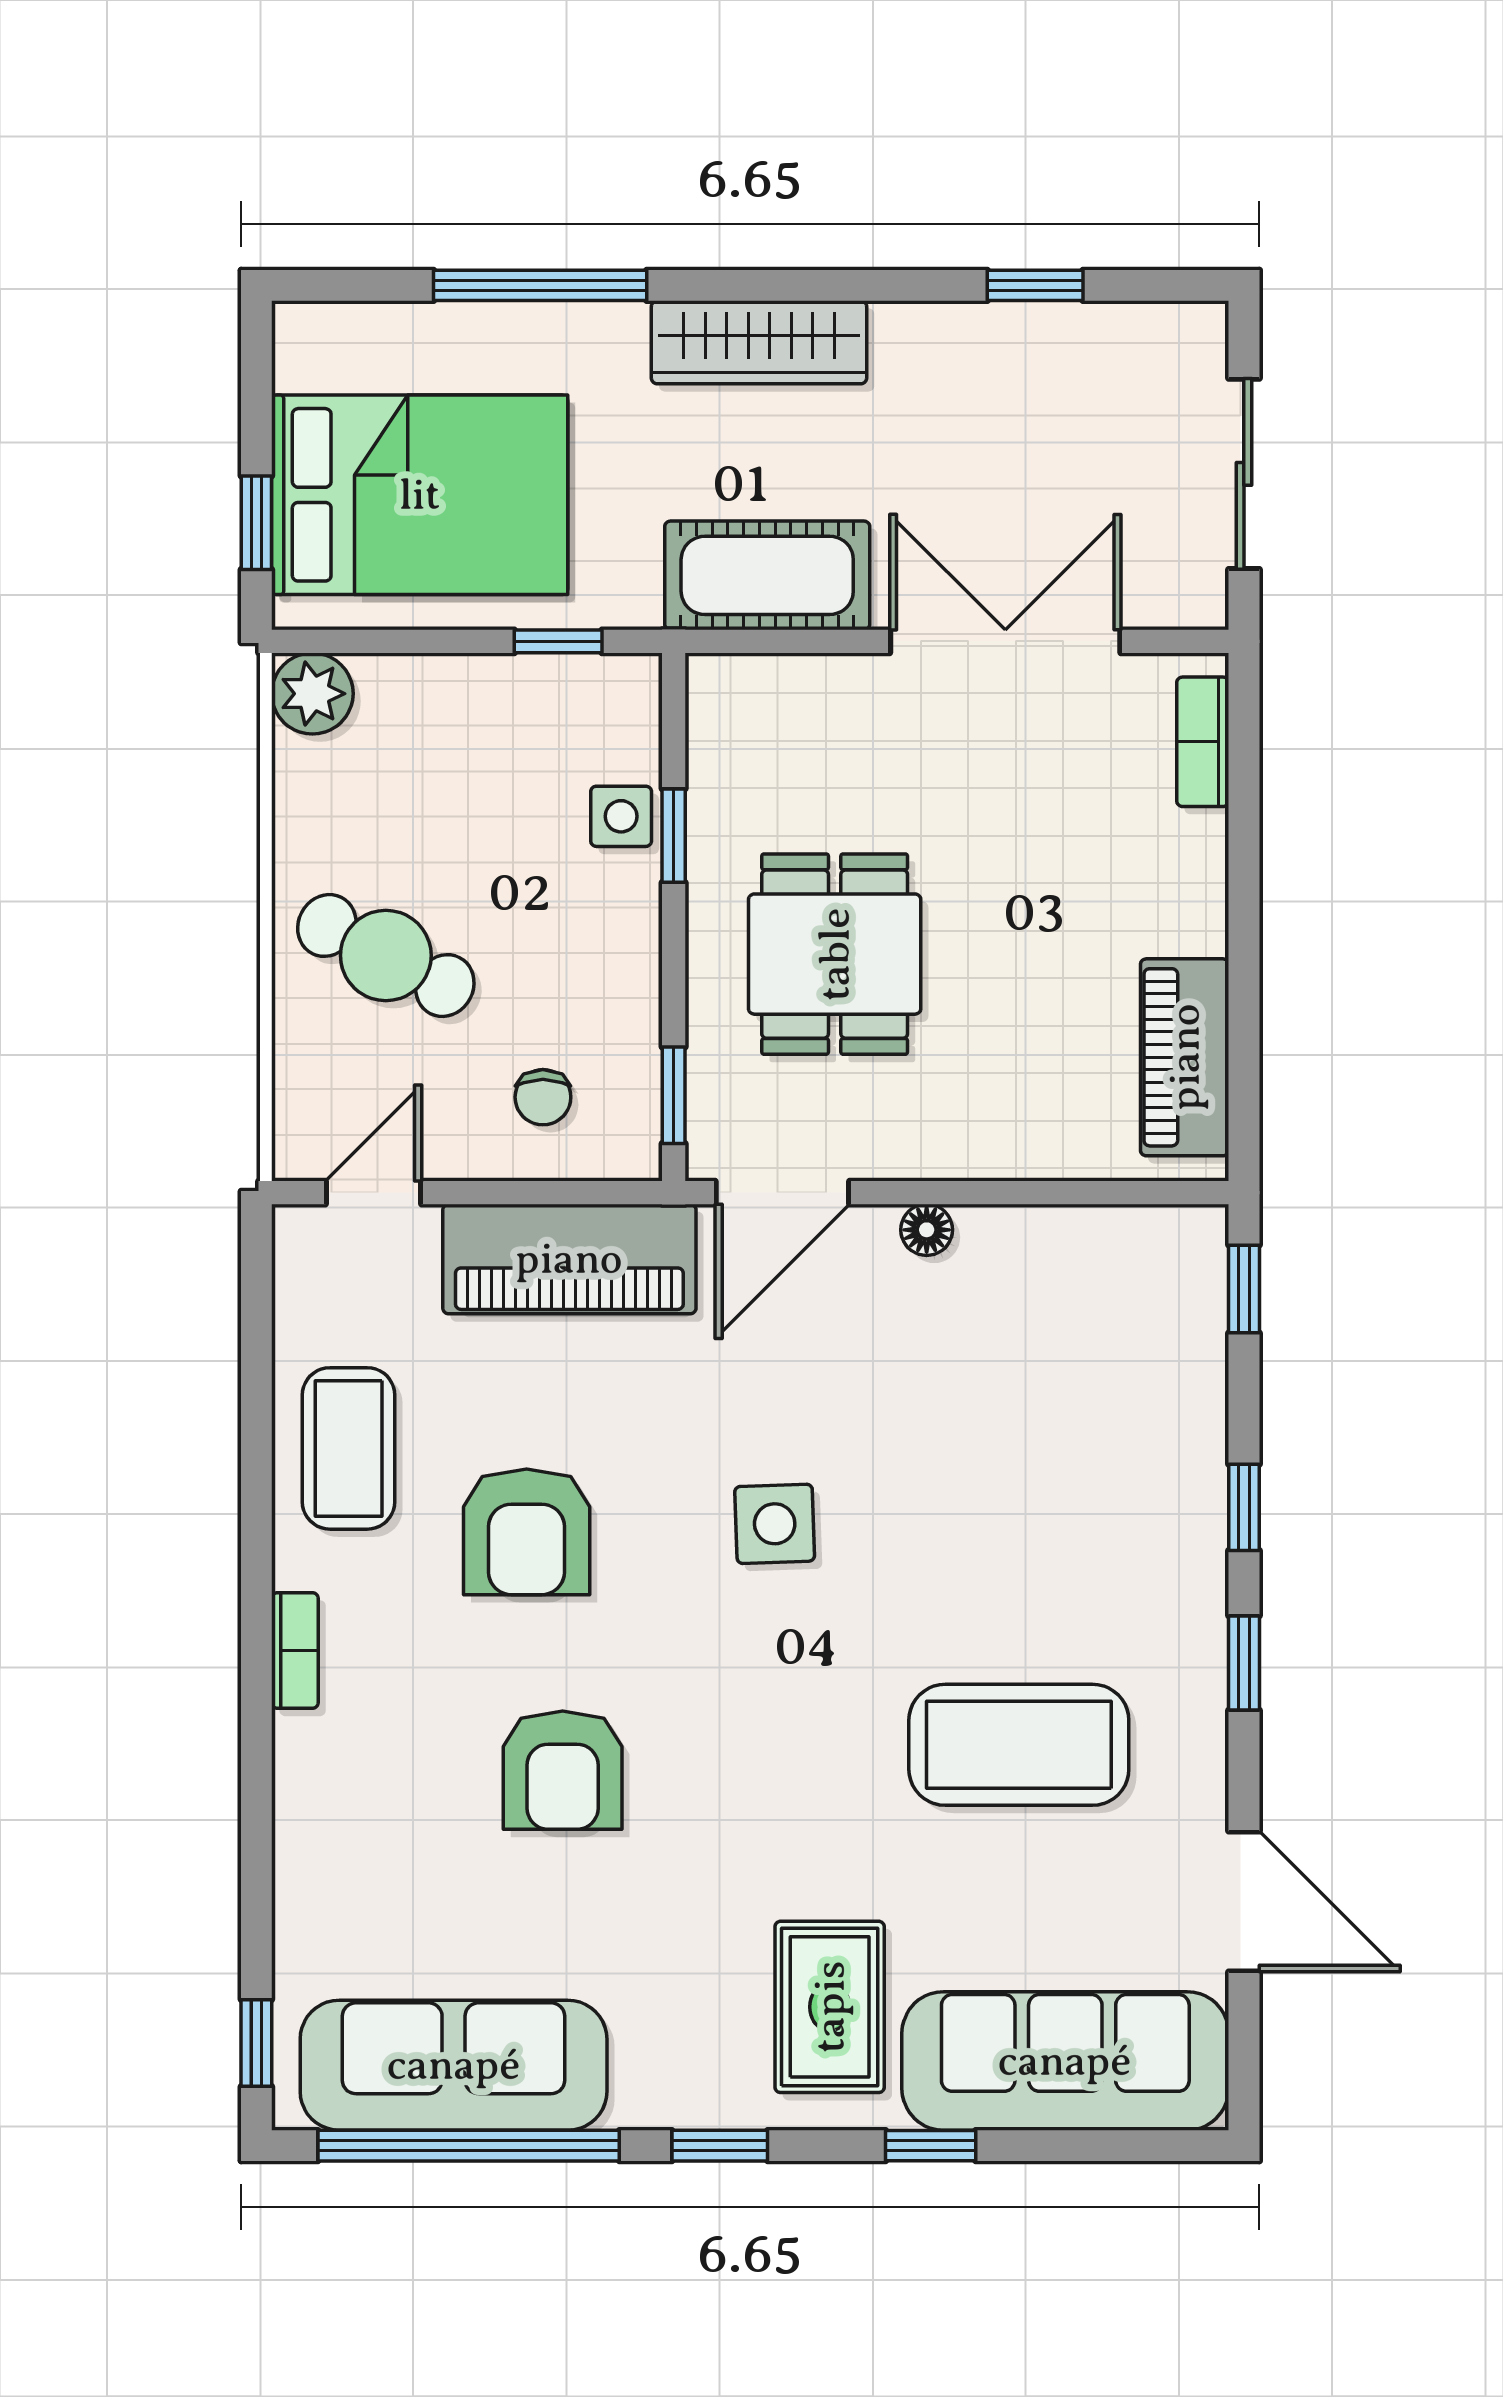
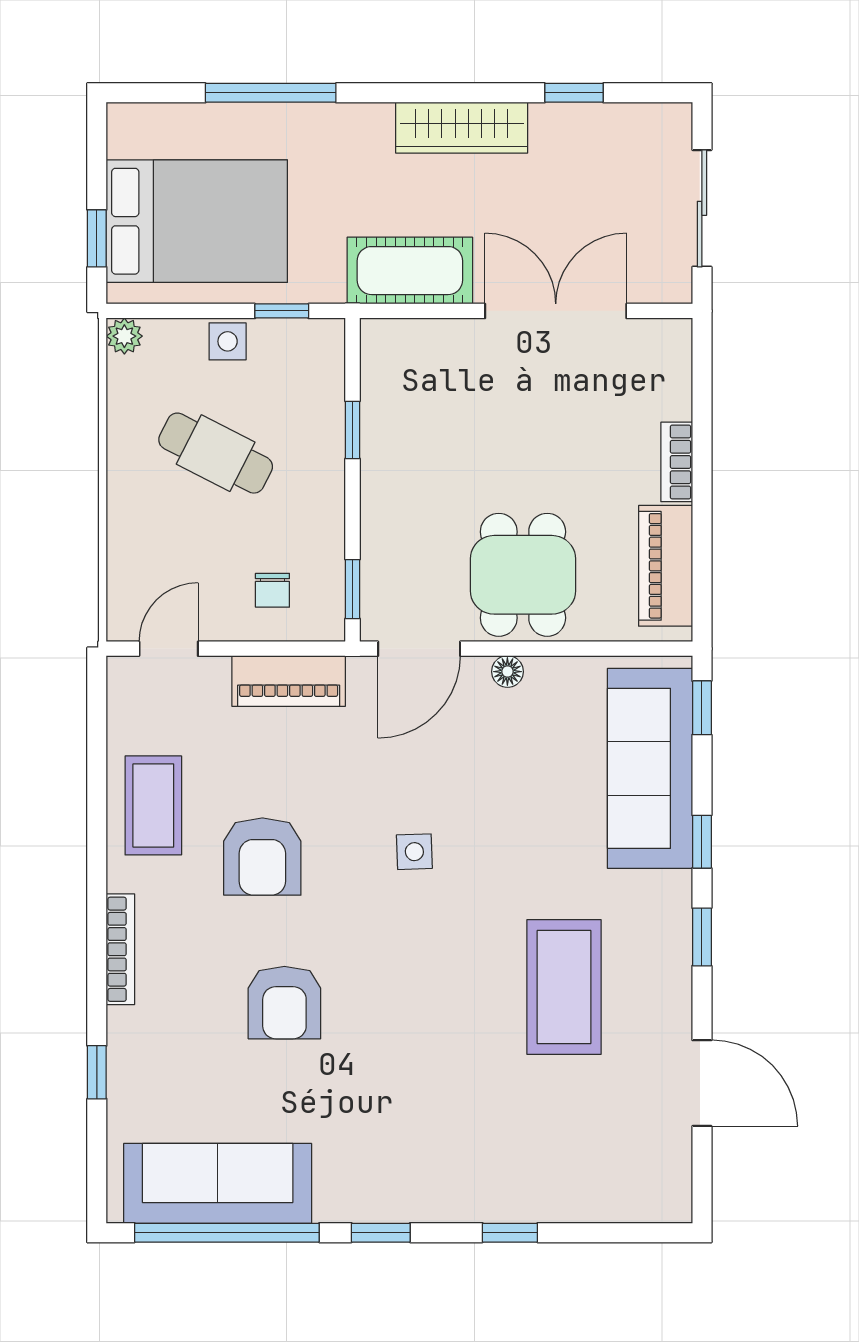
wardrobe: (759, 342) -> (462, 128), moved
plant: (312, 694) -> (124, 336), width x0.73, depth x0.73
bookcase: (1203, 742) -> (677, 462), moved
side table: (621, 816) -> (228, 341), moved
dining table: (835, 954) -> (523, 575), moved
cafe table: (386, 955) -> (216, 453), moved
piano: (569, 1259) -> (289, 681), width x0.73, depth x0.75
side table: (775, 1524) -> (414, 852), width x0.73, depth x0.73
bookcase: (295, 1651) -> (120, 949), width x1.56
coffee table: (1019, 1745) -> (564, 987), turned 90
rug: (830, 2007) -> (448, 1148), removed
window: (256, 2043) -> (97, 1072), moved
sofa: (1065, 2061) -> (650, 768), moved, turned -90

